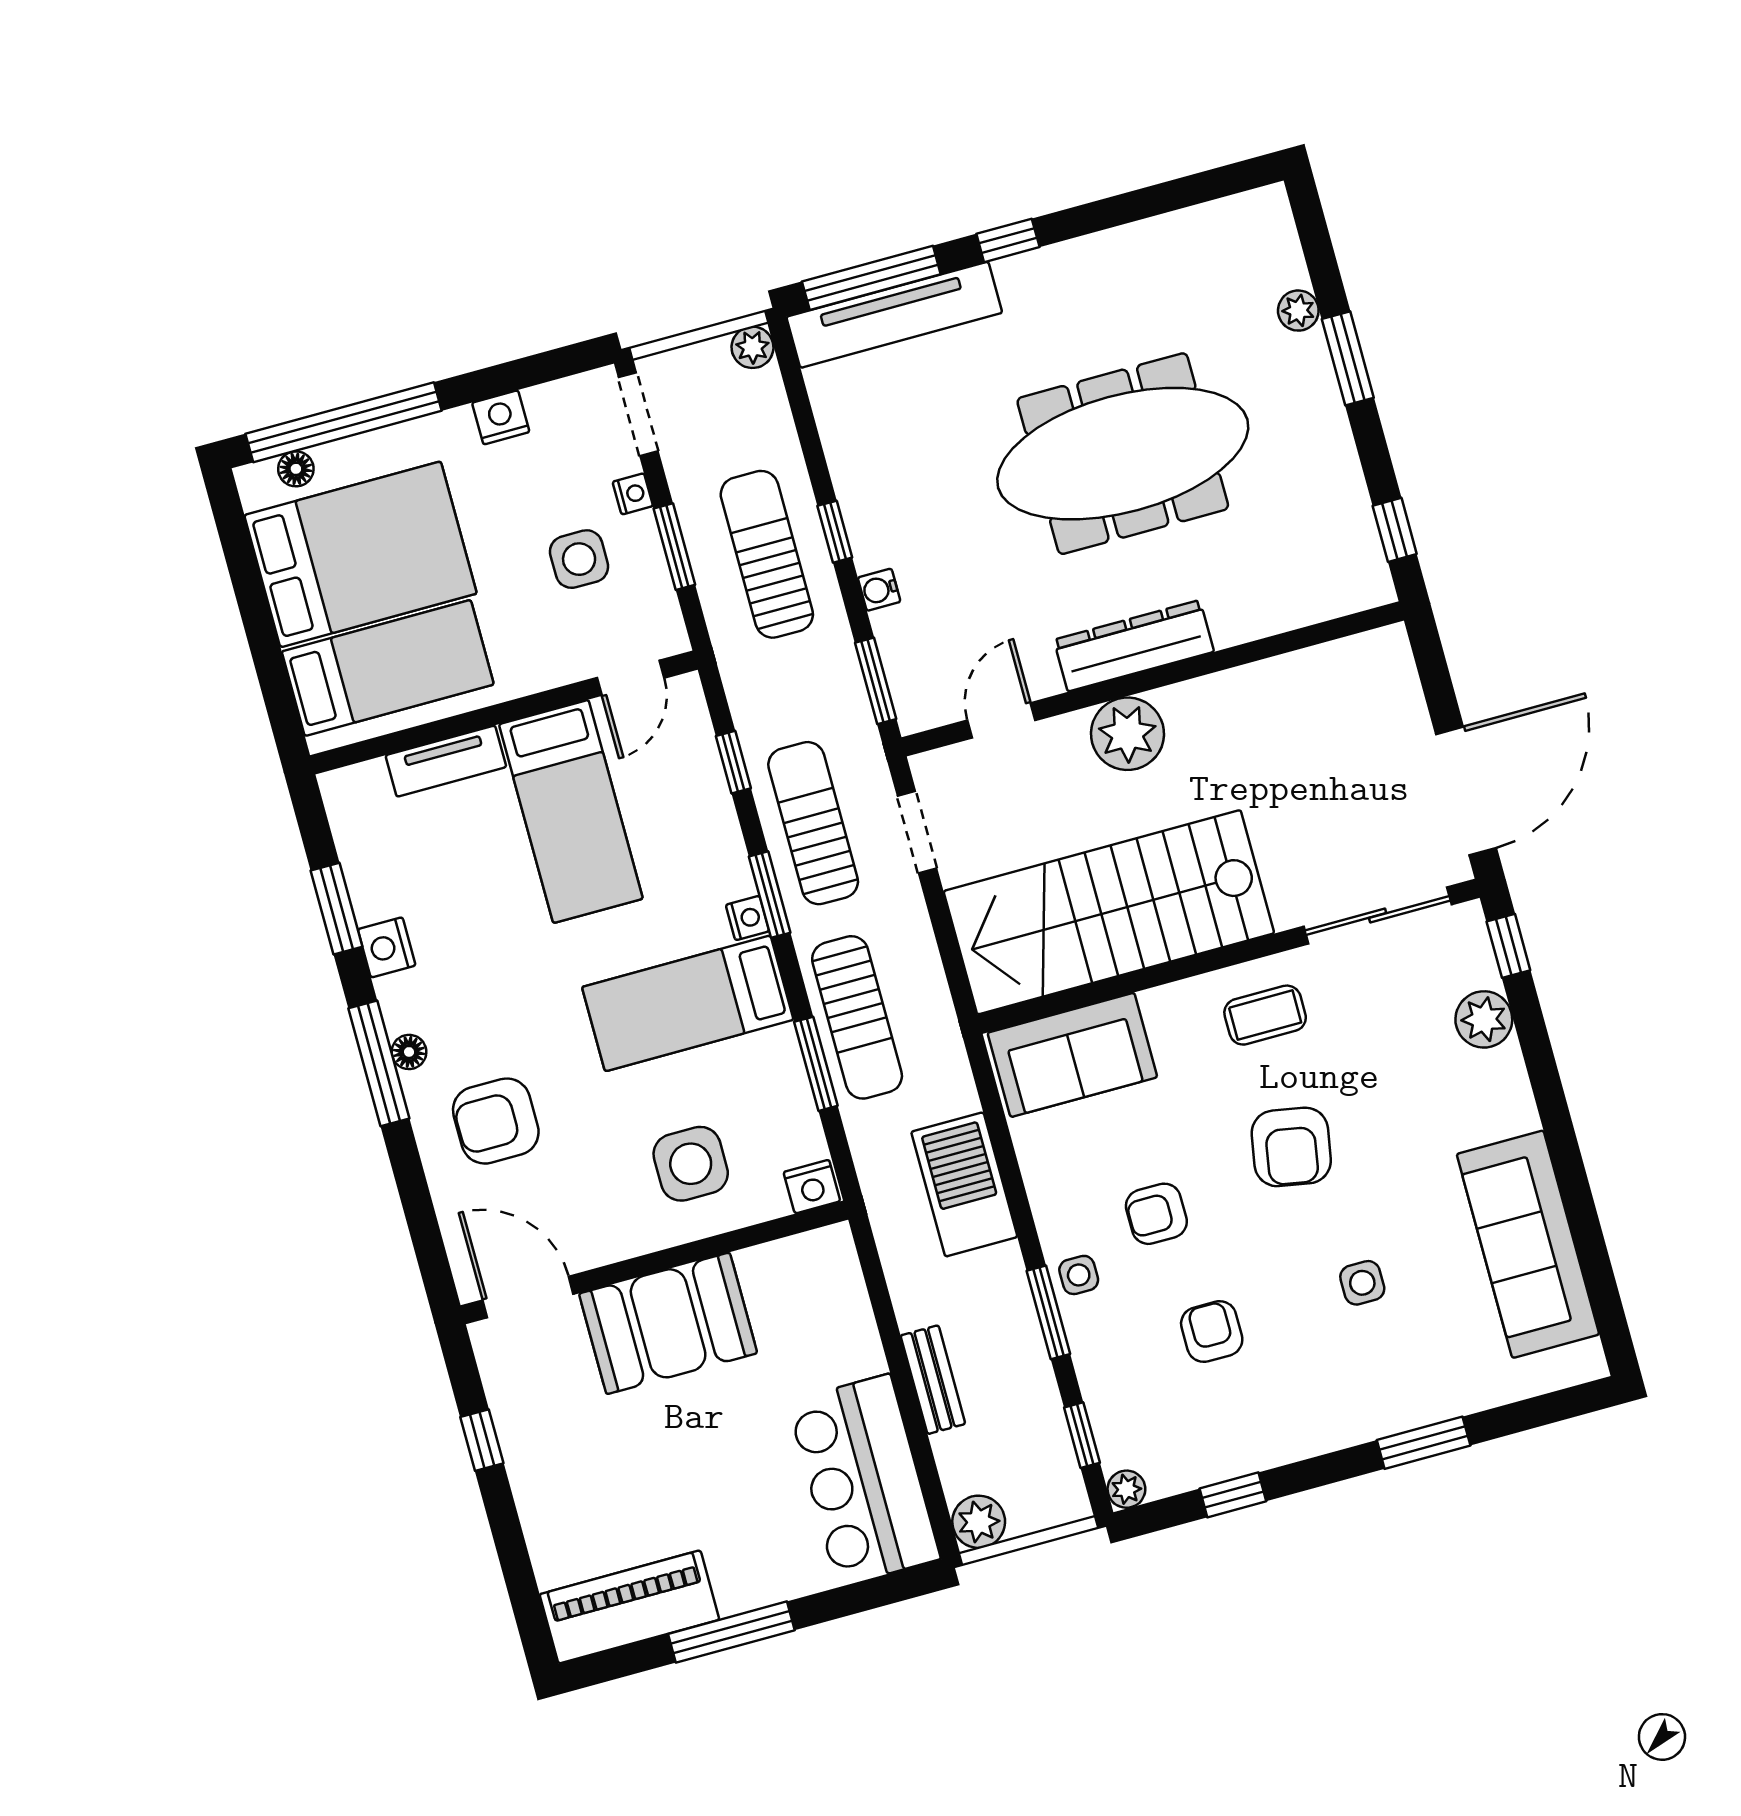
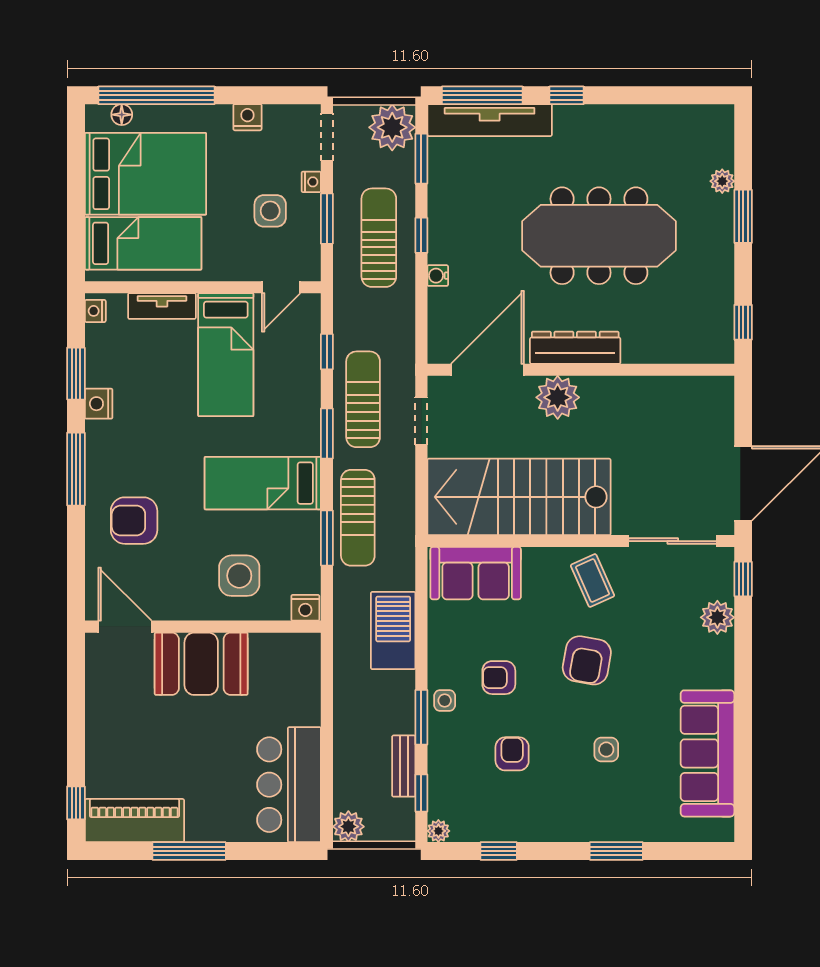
plant: (753, 347) -> (392, 127), width x1.88, depth x1.88
window: (876, 681) -> (421, 159), moved
door: (1001, 720) -> (487, 370), width x1.88
nightstand: (748, 918) -> (95, 311), moved, turned 180
coffee table: (1265, 1015) -> (593, 581), turned 66
floor lamp: (409, 1052) -> (95, 467), removed
bench: (933, 1380) -> (404, 766), moved
window: (482, 1440) -> (76, 803), moved

